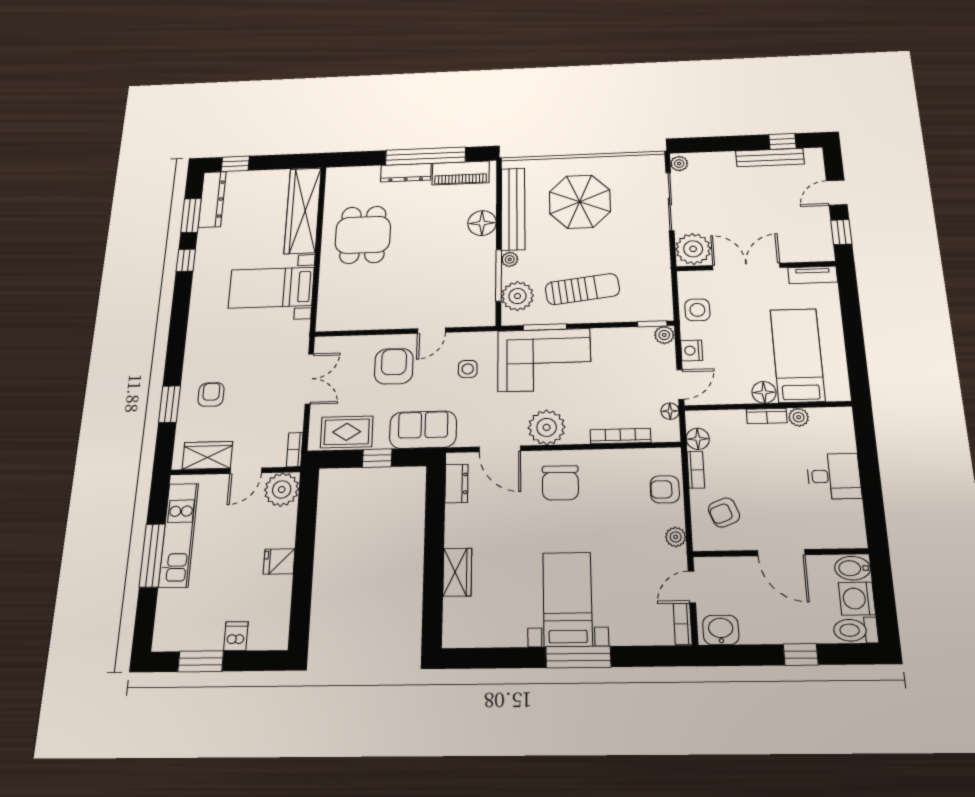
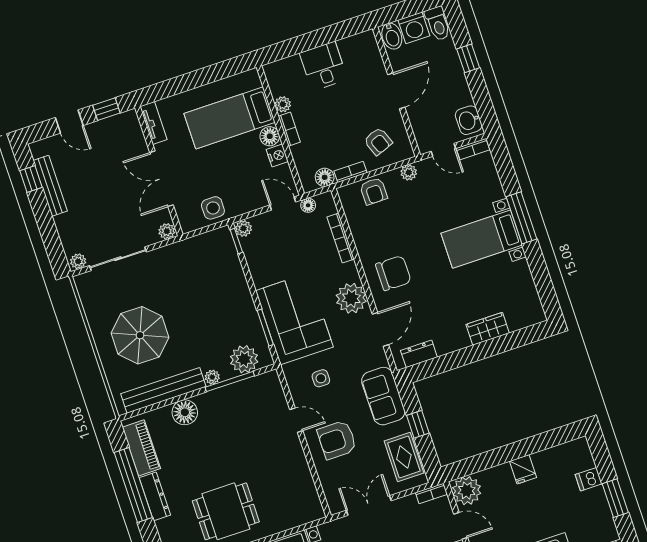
plant: (693, 249) -> (167, 231), width x0.53, depth x0.53
sun lounger: (582, 289) -> (222, 307), removed
nightstand: (692, 351) -> (277, 155), moved, turned -90

